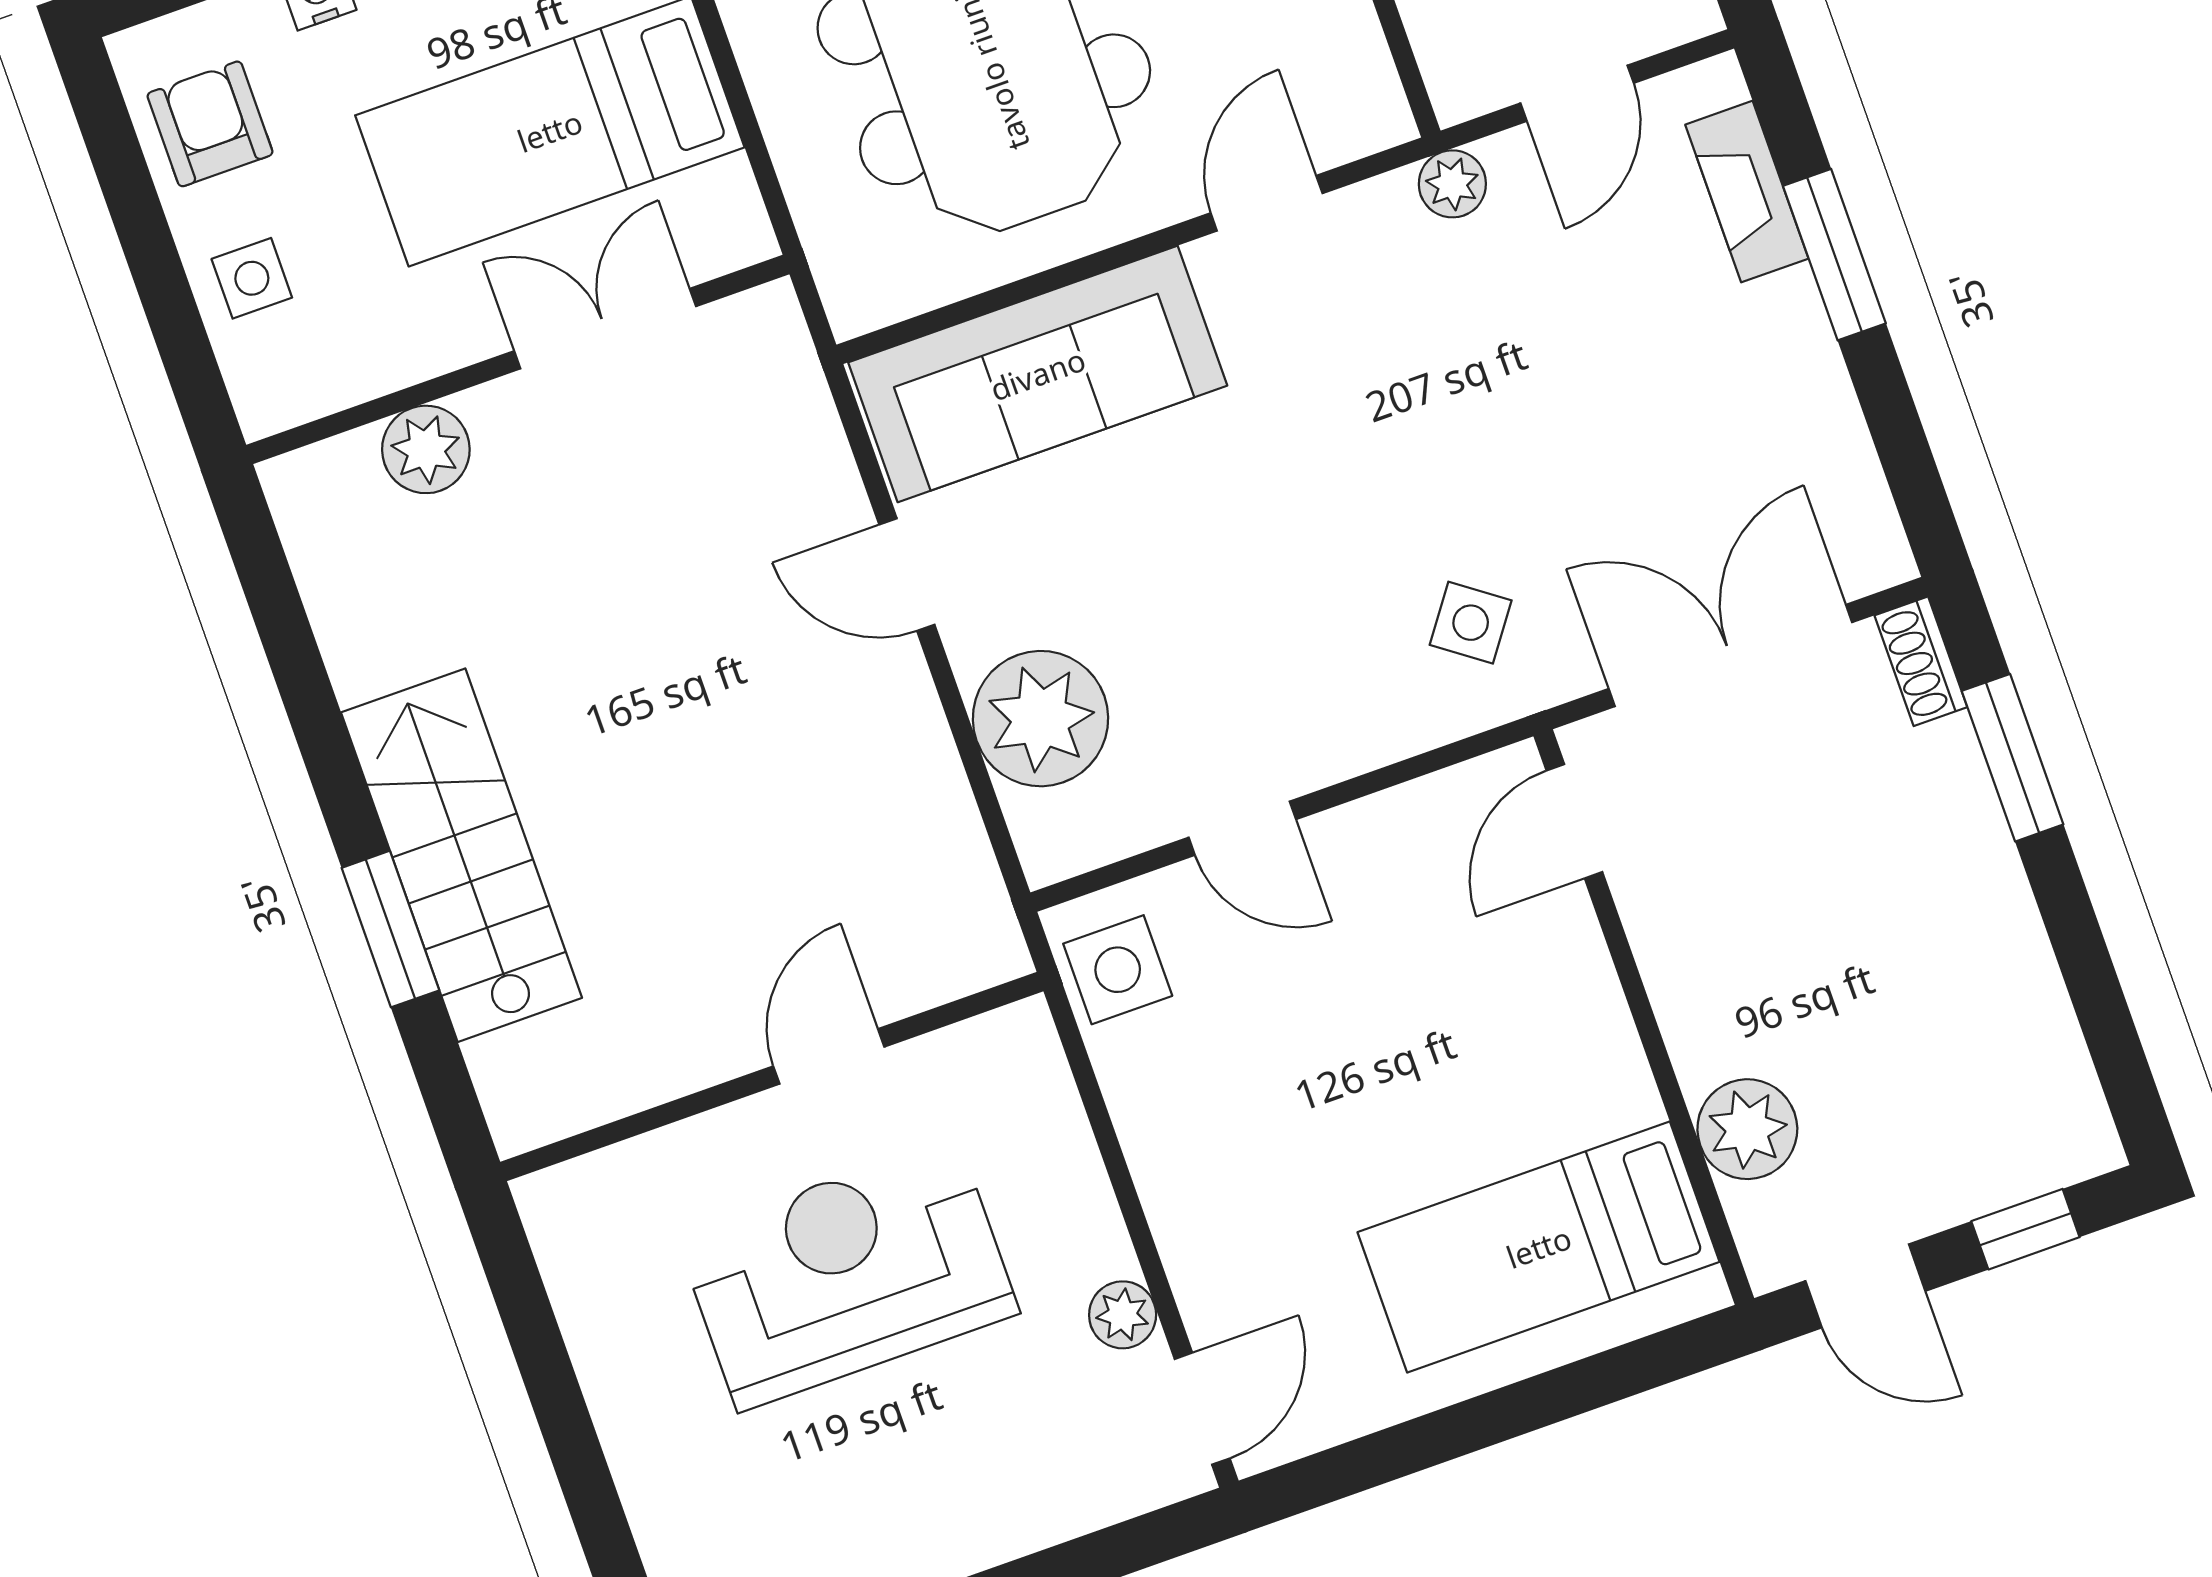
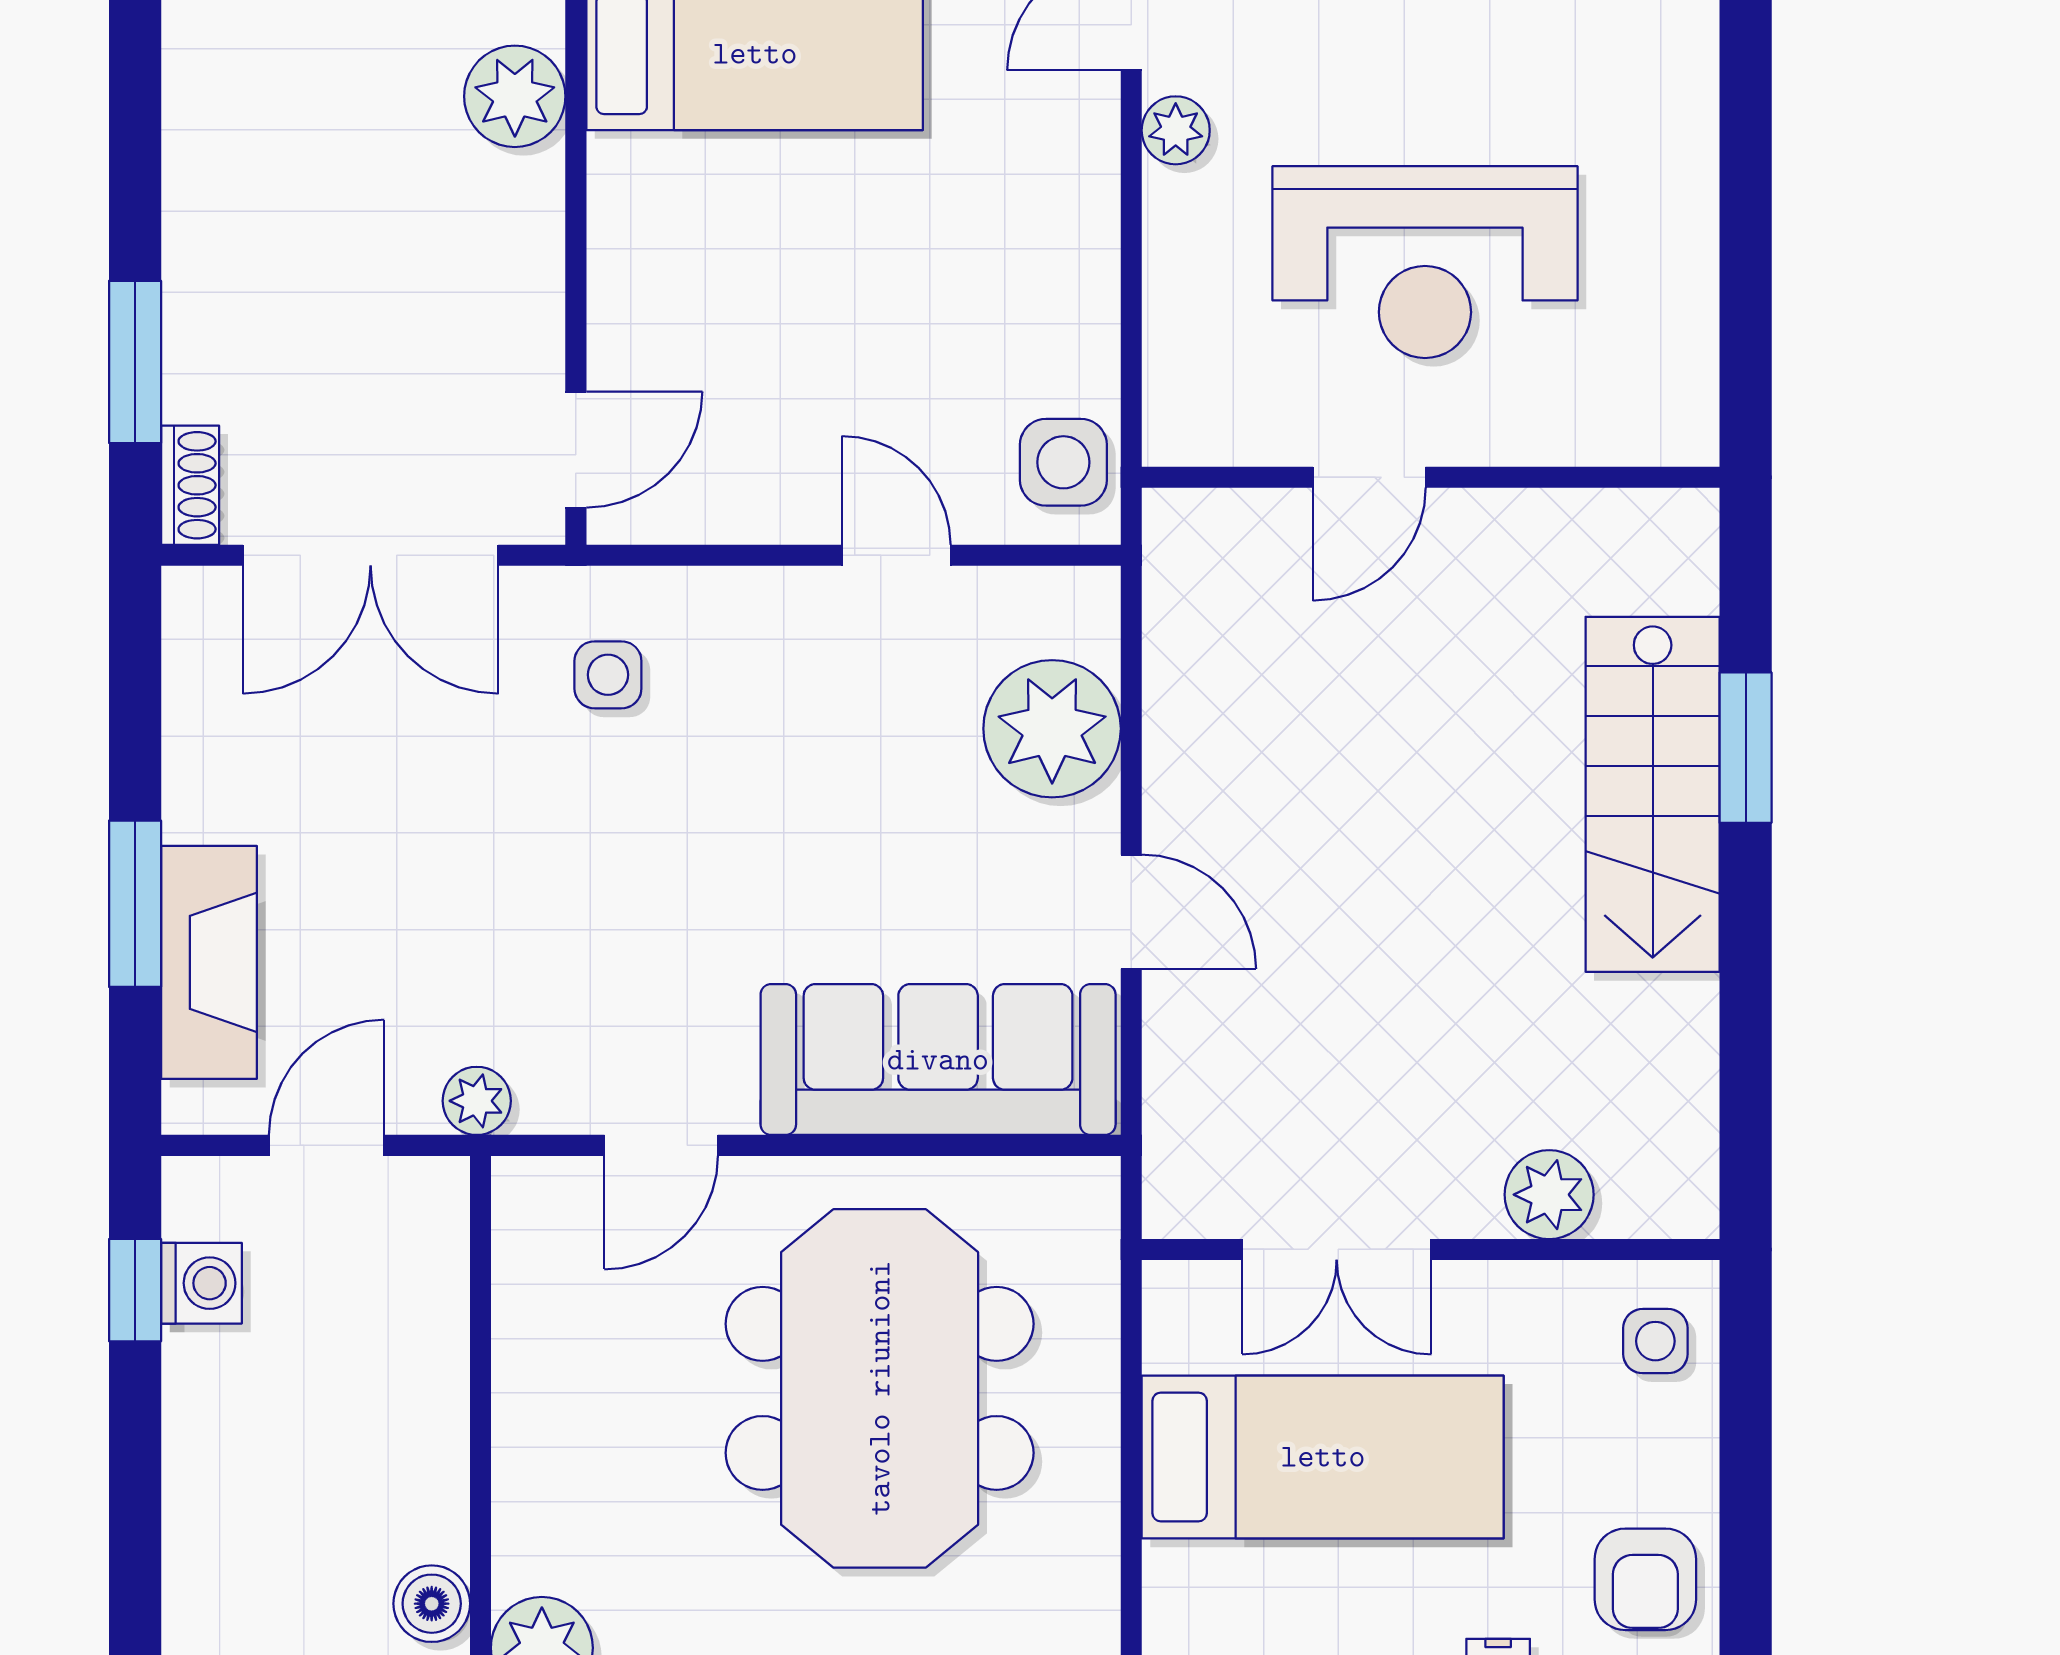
fireplace: (1747, 192) -> (209, 962), width x1.37, depth x1.32
side table: (252, 278) -> (1655, 1341), moved
side table: (1471, 623) -> (608, 675), turned -36

